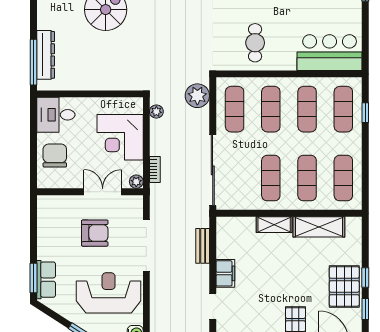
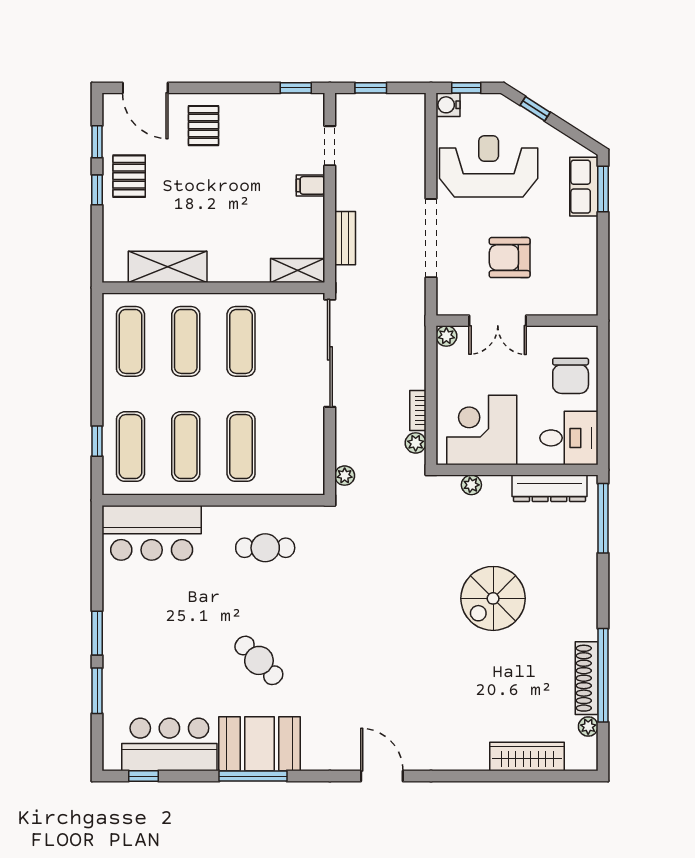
cafe table: (255, 43) -> (265, 548), turned 90
dresser: (46, 55) -> (549, 488), moved, turned -90
plant: (120, 84) -> (471, 485), added
plant: (197, 96) -> (345, 476), width x0.53, depth x0.53
exercise mat: (235, 109) -> (296, 447), removed
corner desk: (120, 137) -> (482, 430), moved, turned -90
bookcase: (155, 169) -> (418, 411), moved
shelving: (274, 225) -> (298, 271), moved
filing cabinet: (225, 273) -> (311, 185), width x0.50
pallet: (344, 286) -> (129, 176), width x0.67, depth x0.71
reception desk: (109, 293) -> (489, 166), turned 180

